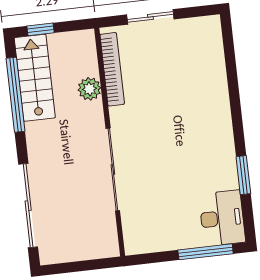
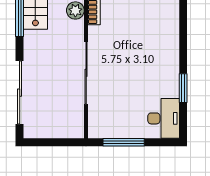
window: (206, 252) -> (124, 142), moved

